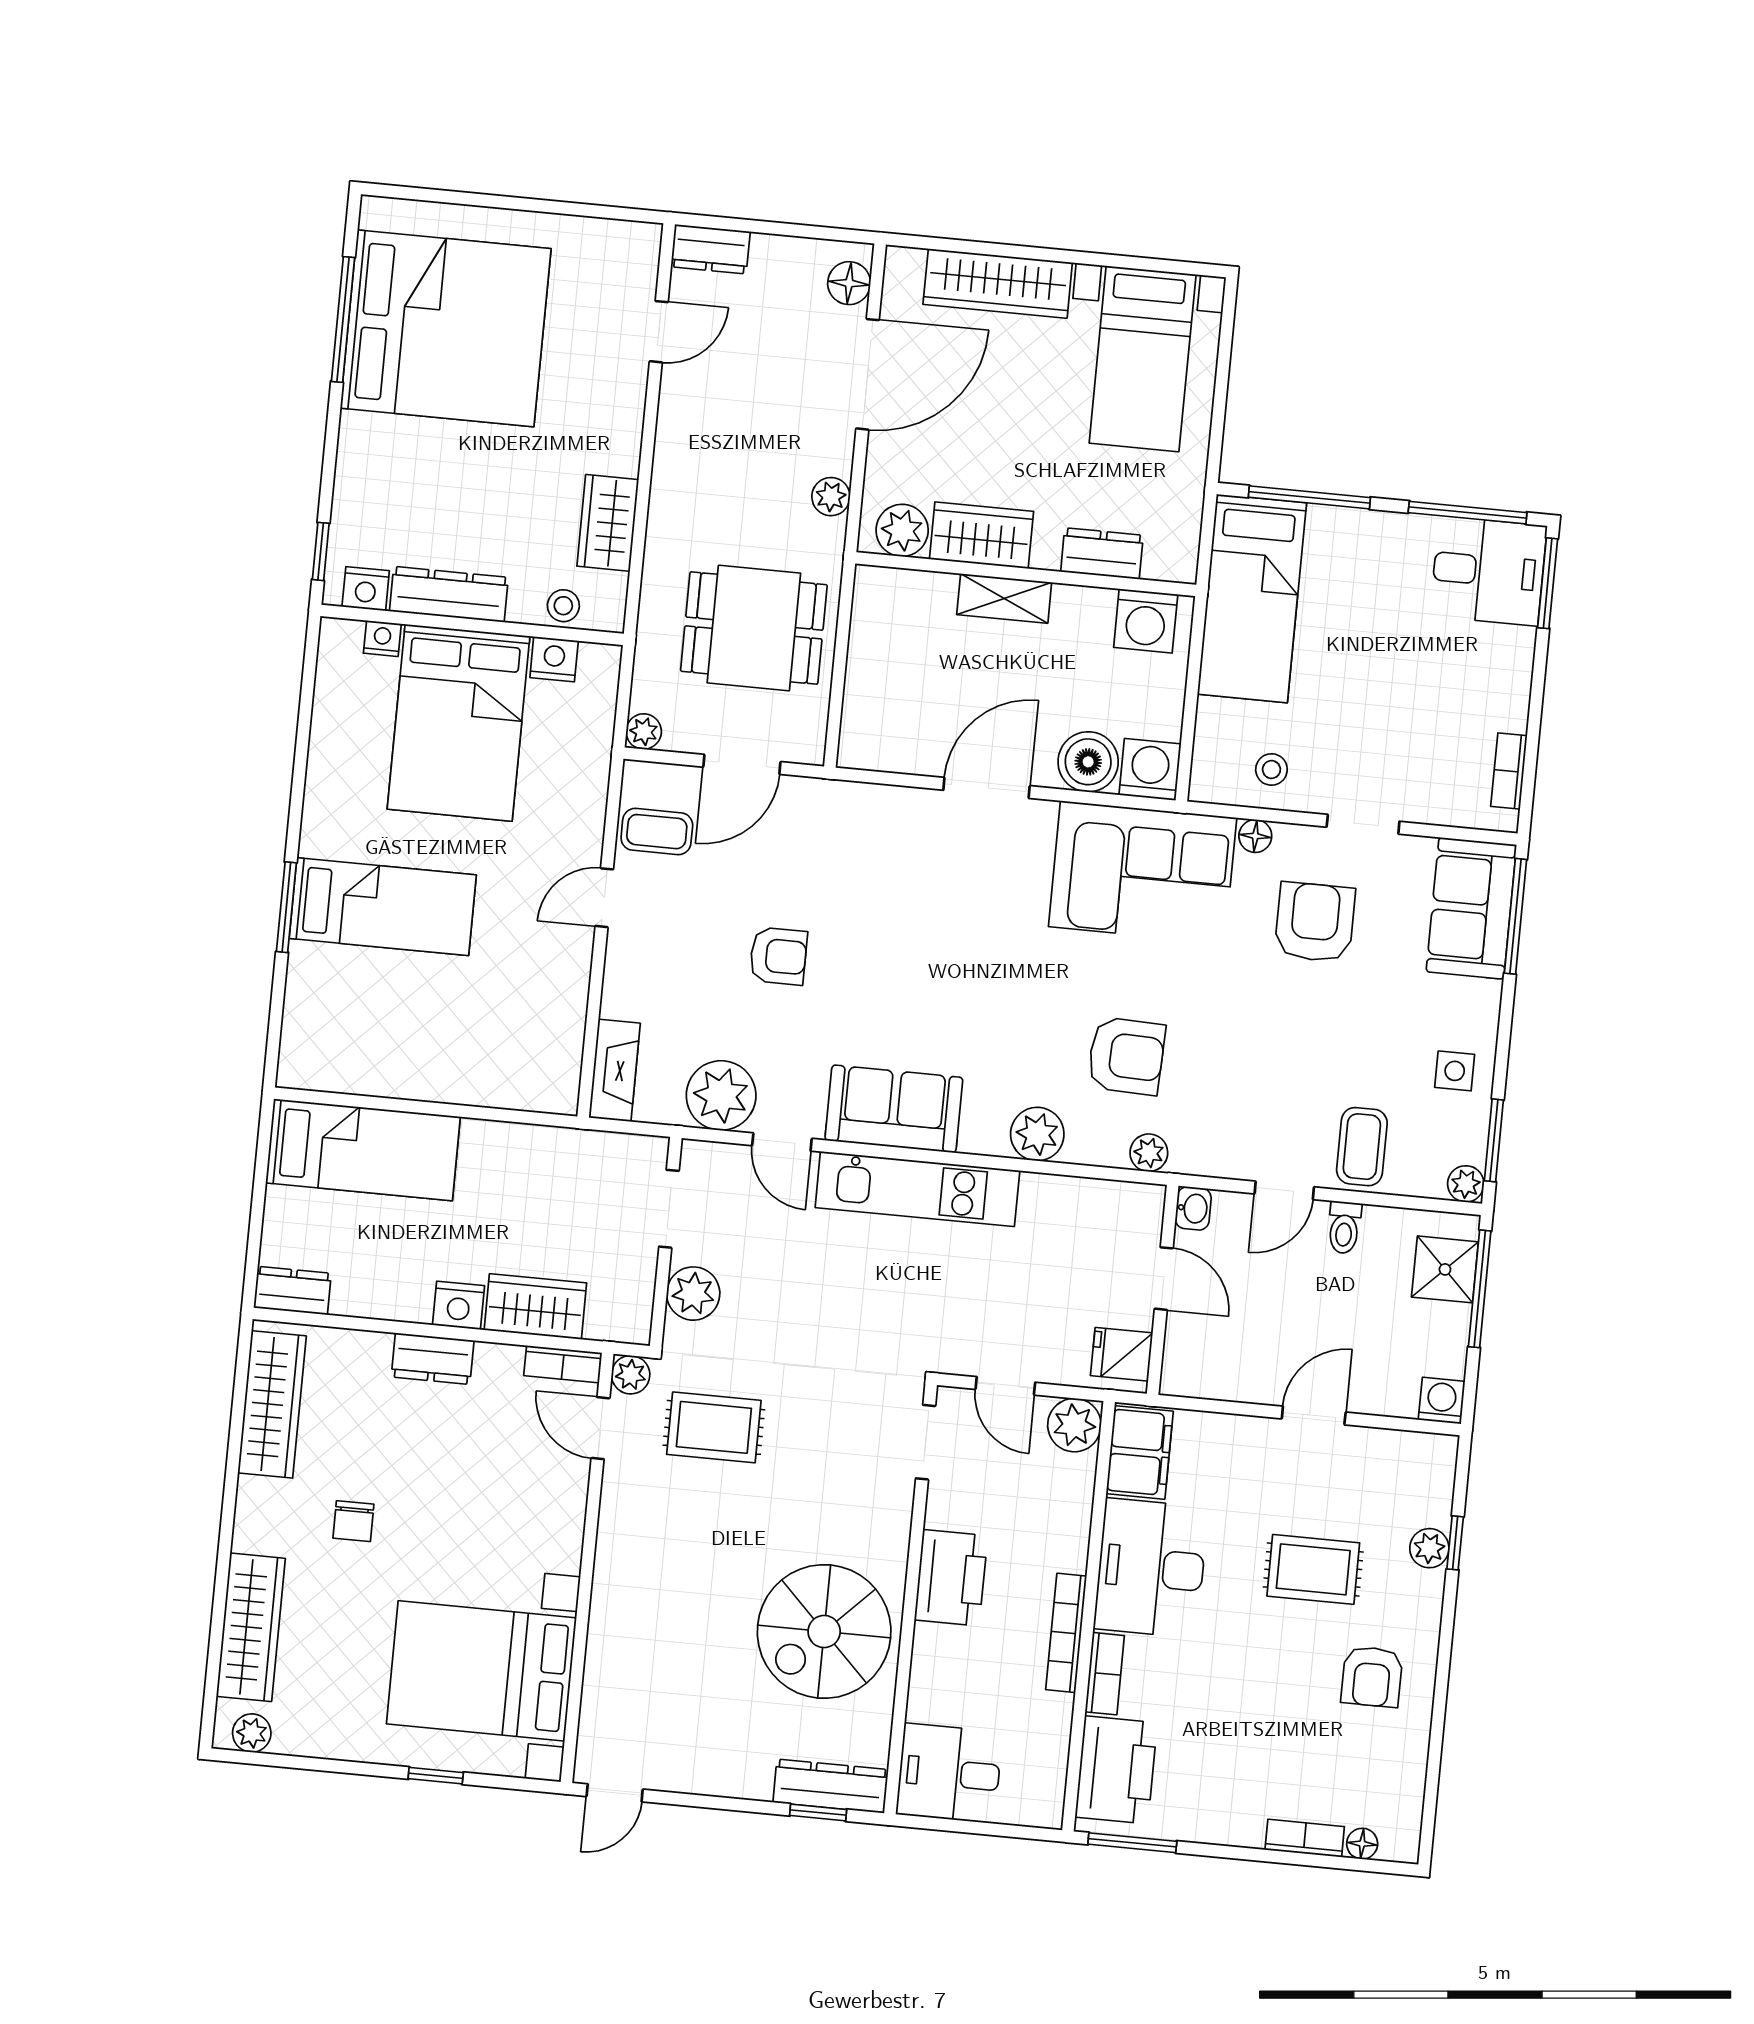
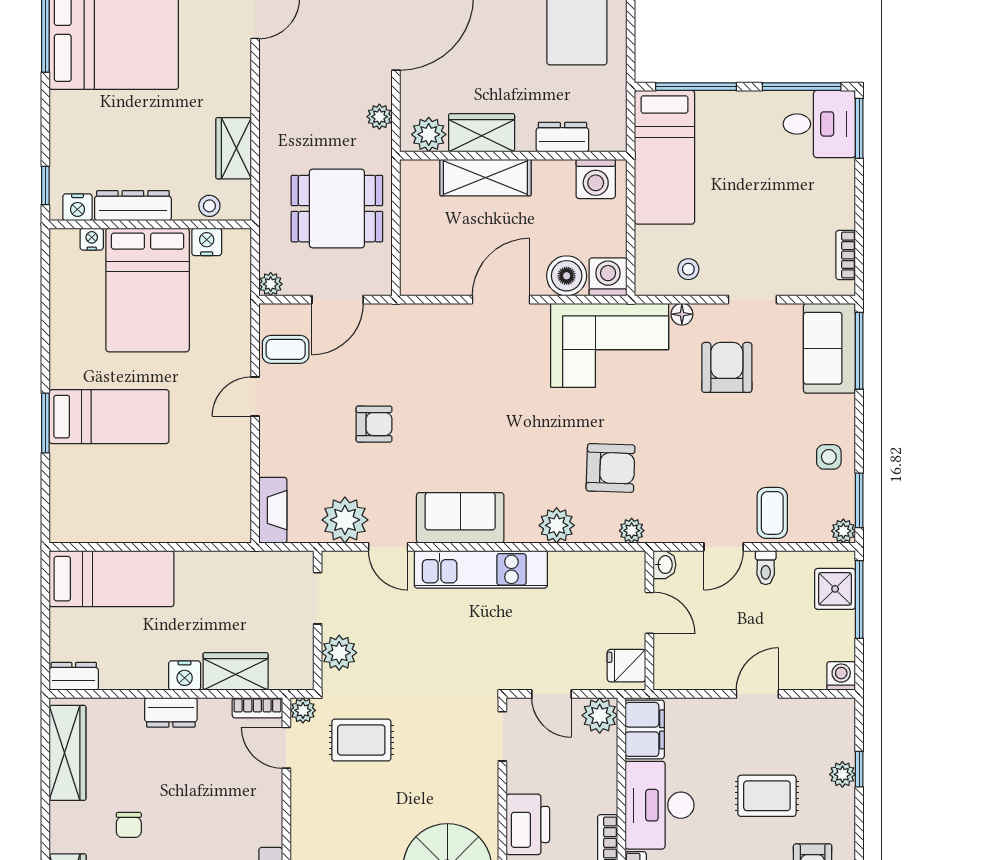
shelving: (1004, 598) -> (485, 178), width x1.50, depth x1.33

